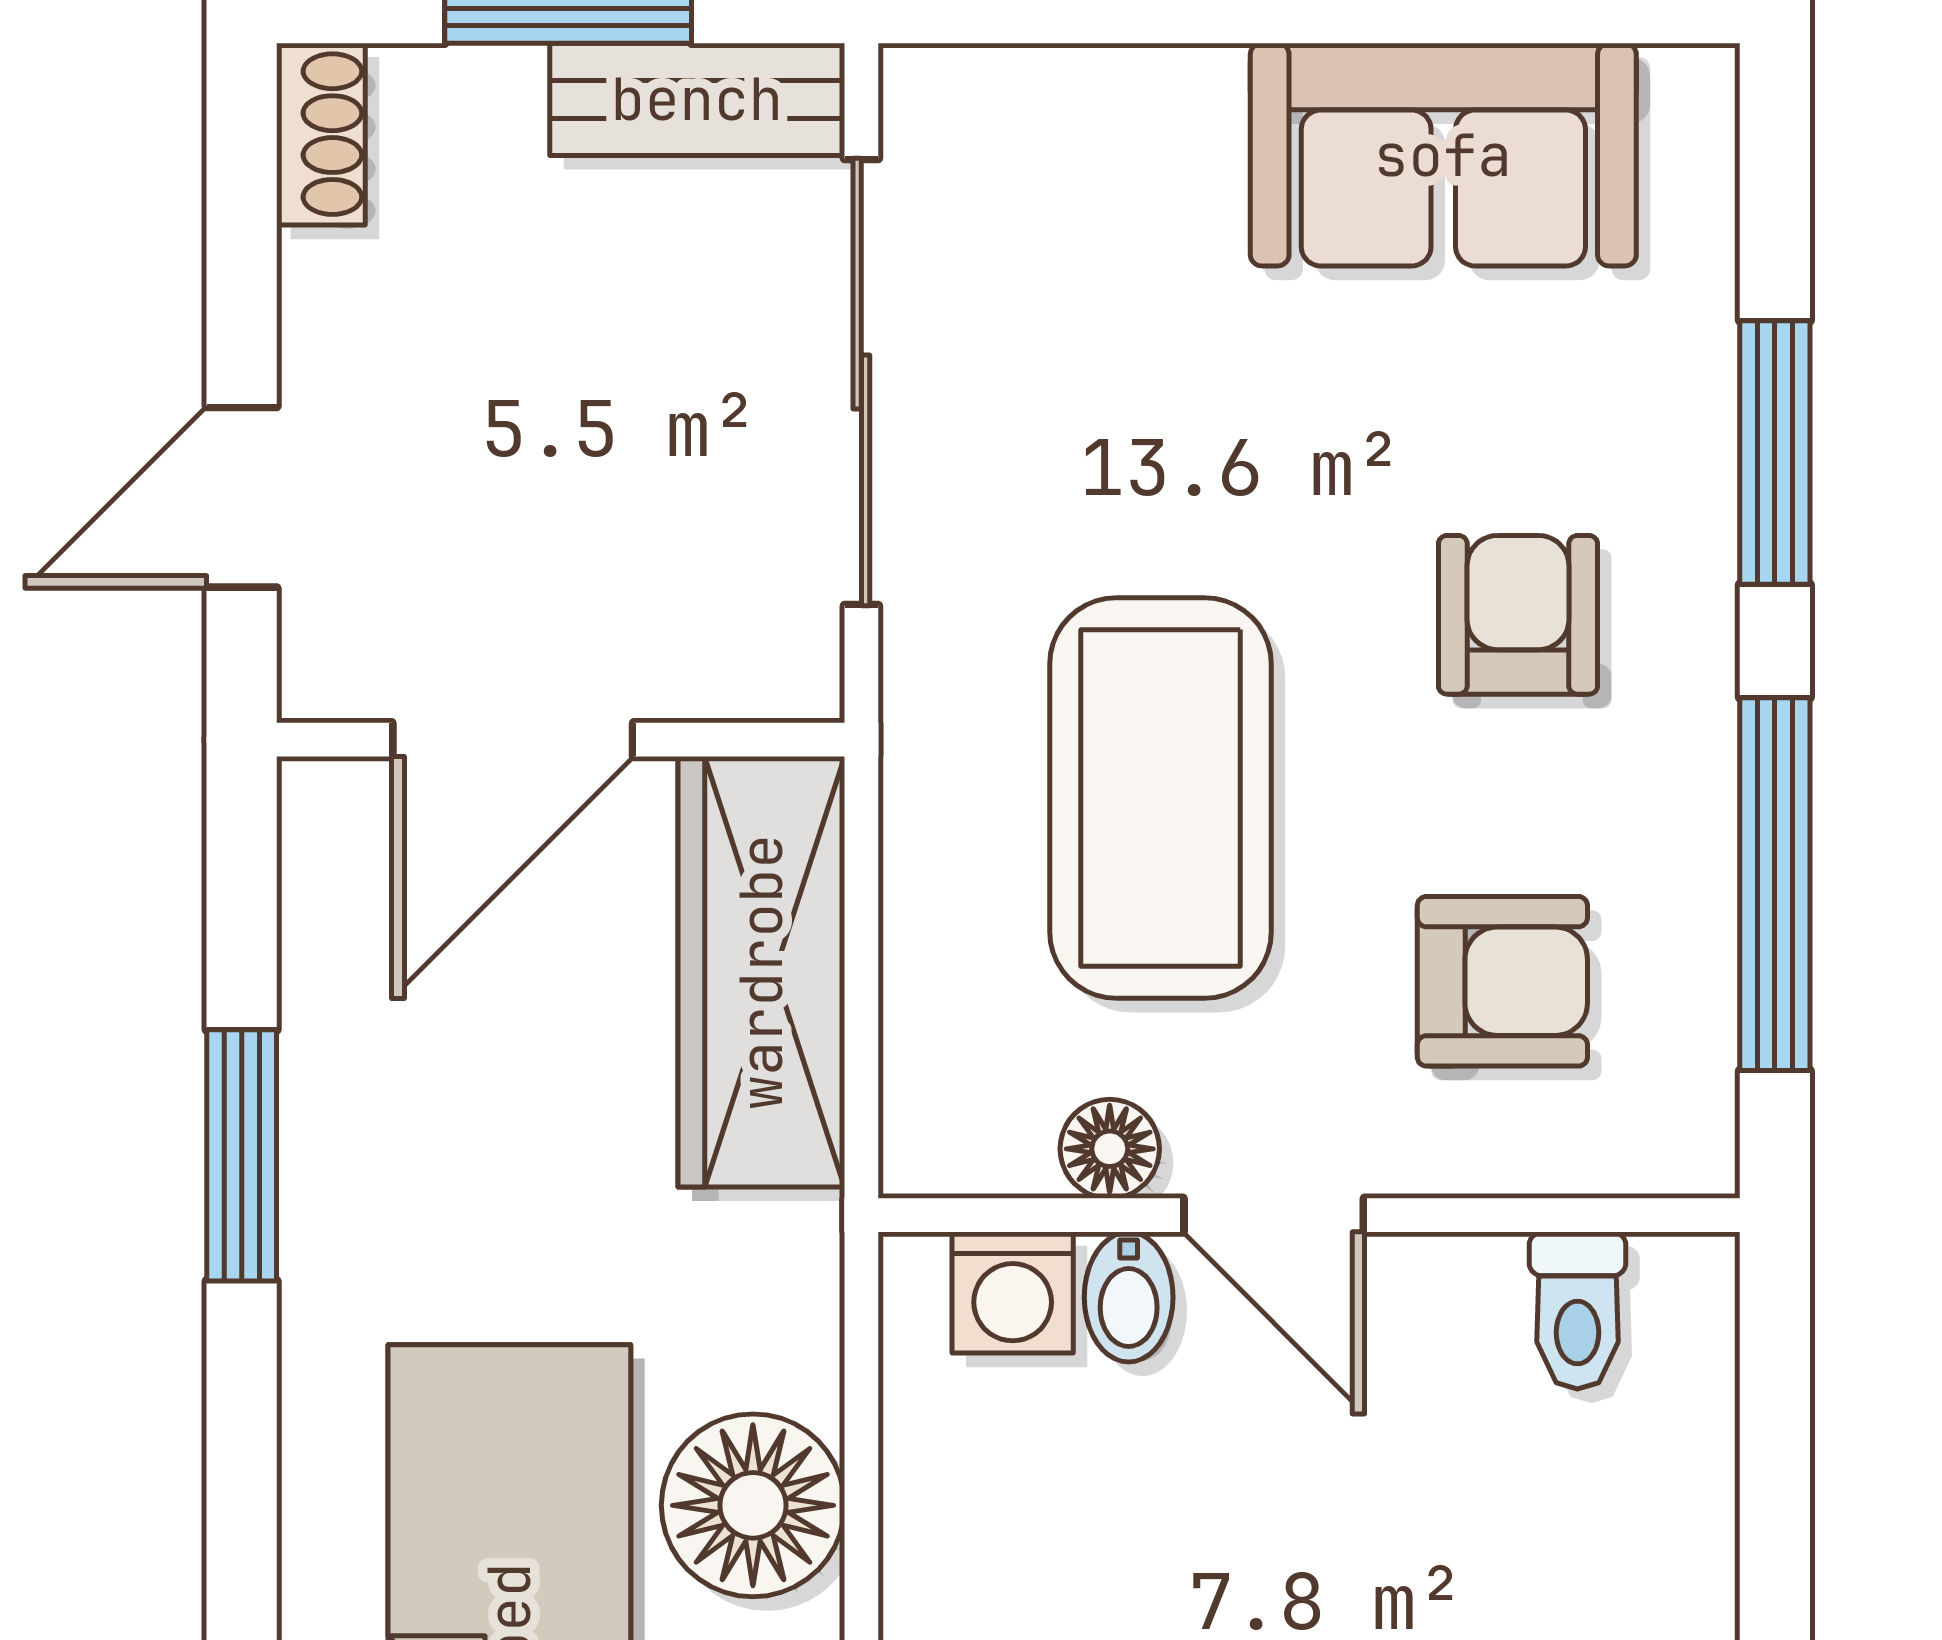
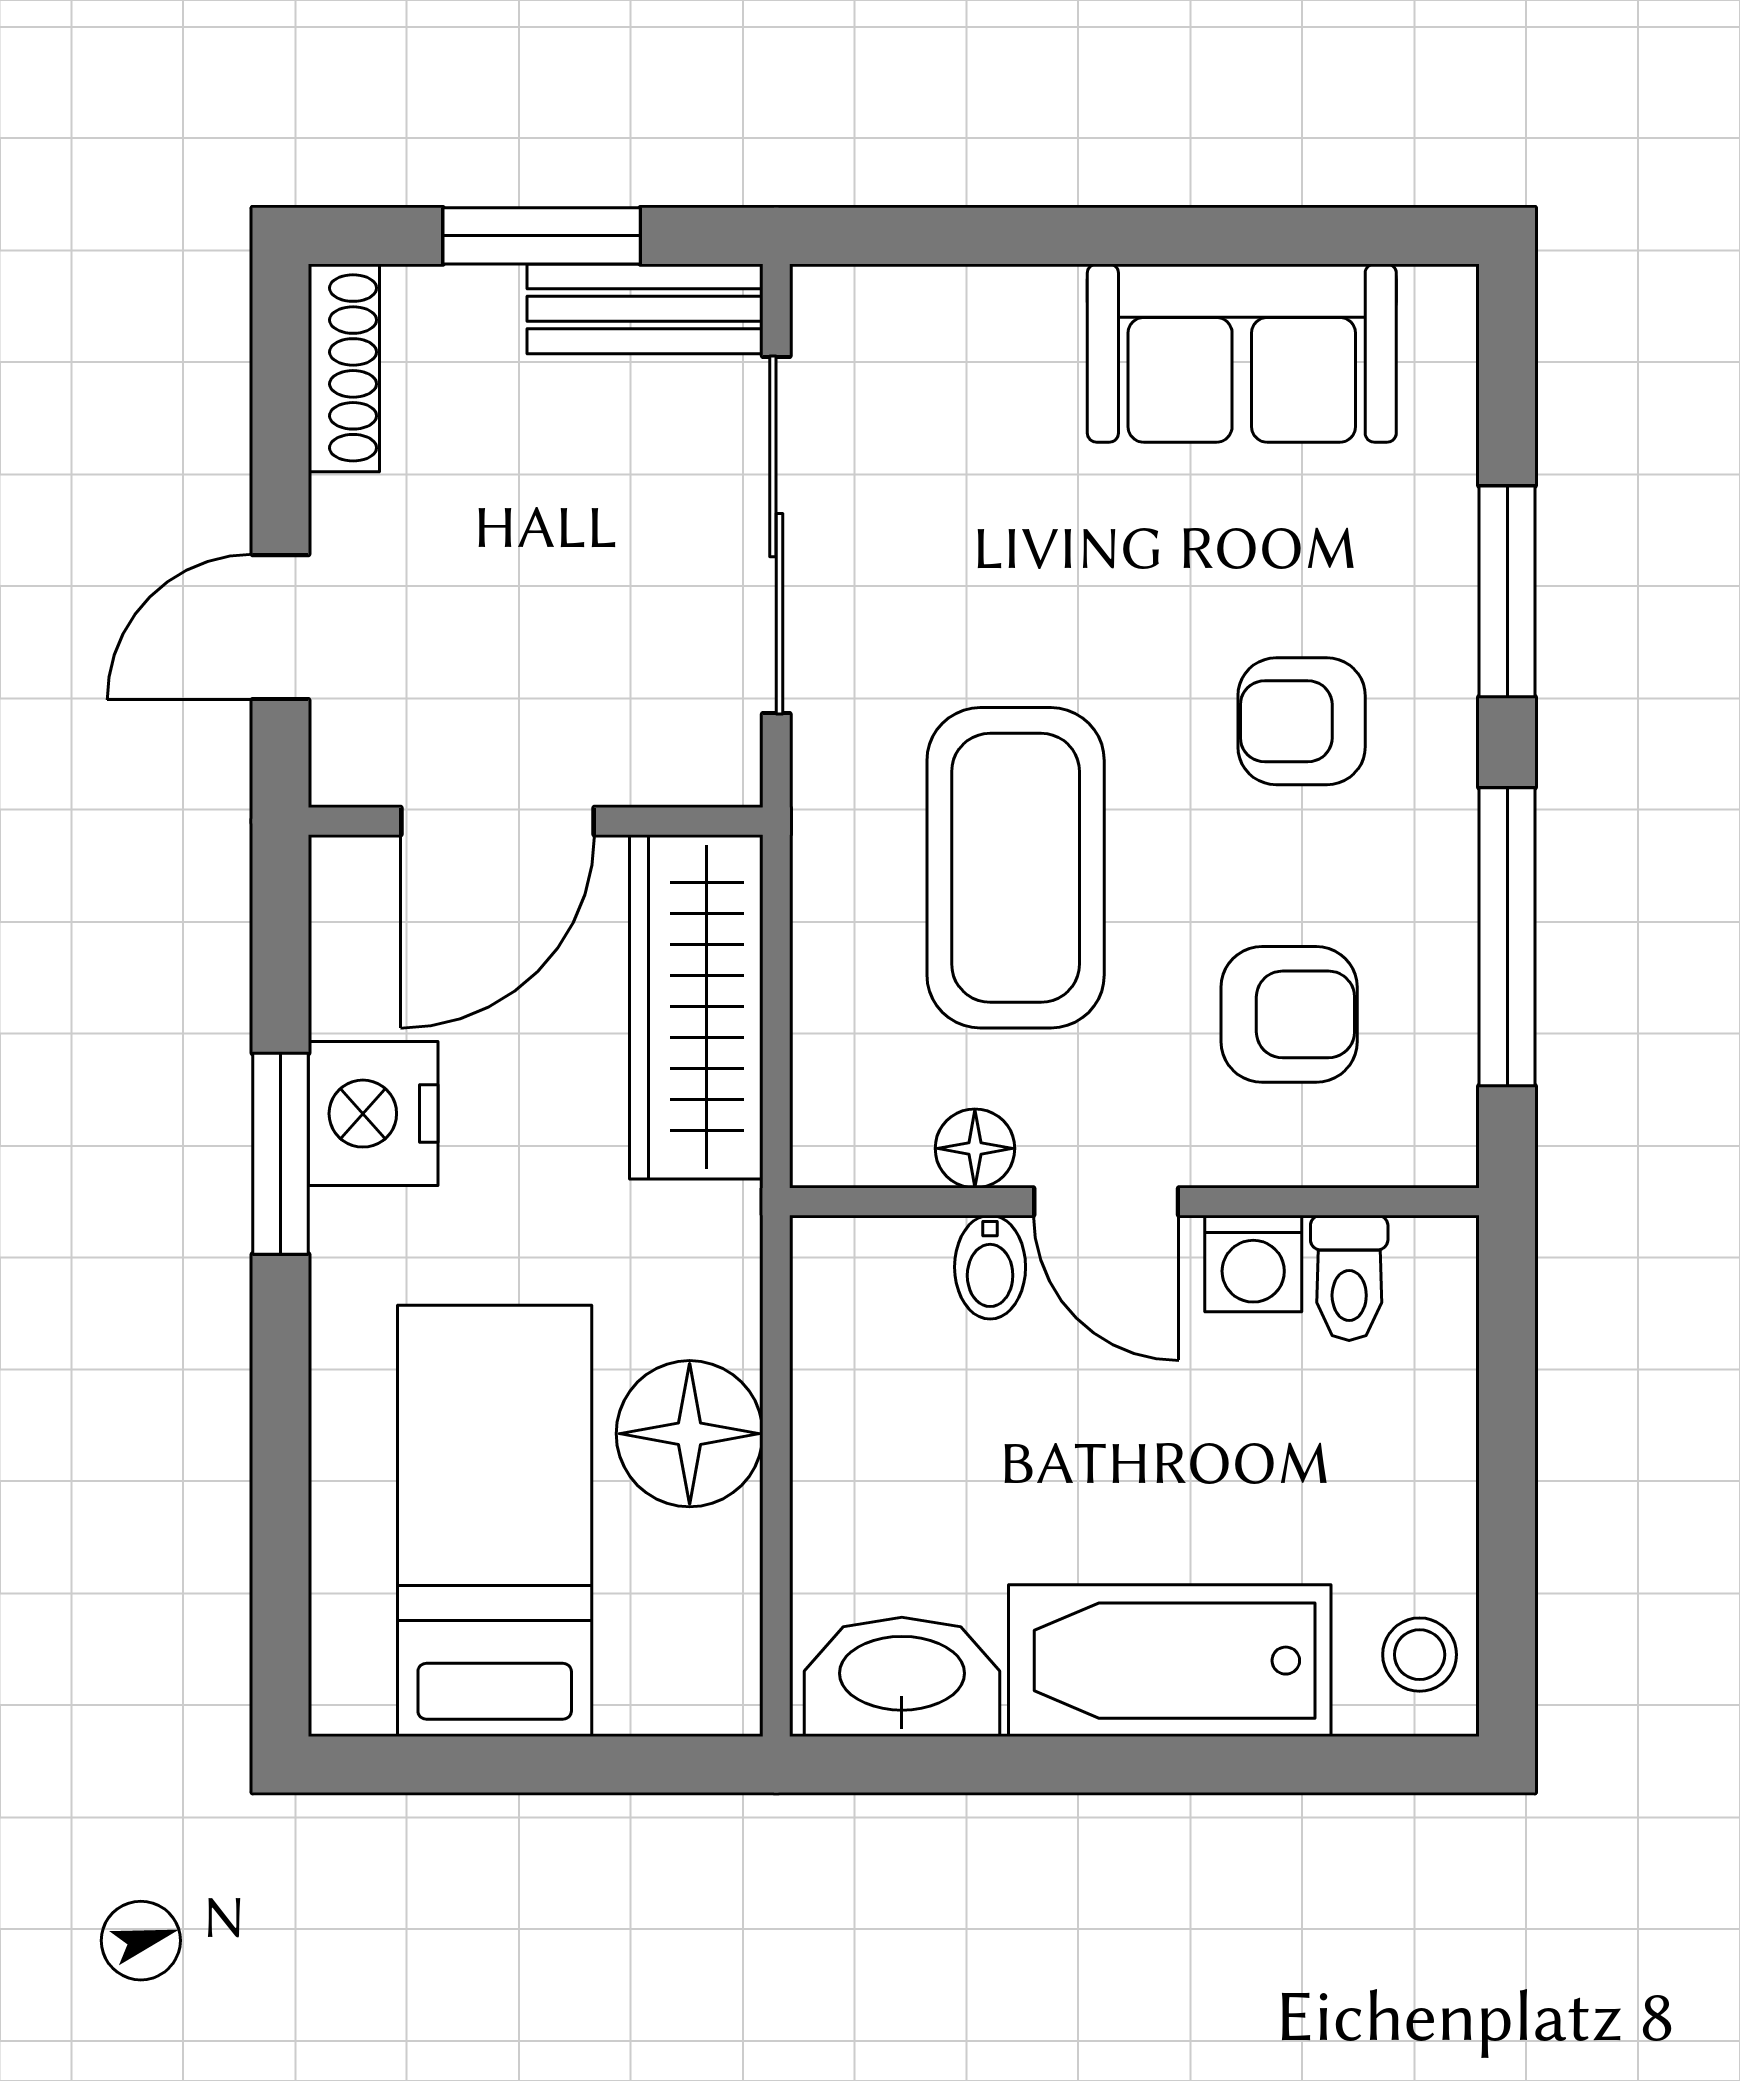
shoe rack: (321, 134) -> (344, 368), width x1.43
armchair: (1518, 615) -> (1302, 721), turned -90
nightstand: (358, 1105) -> (373, 1114), added
washing machine: (1013, 1293) -> (1253, 1263), moved

